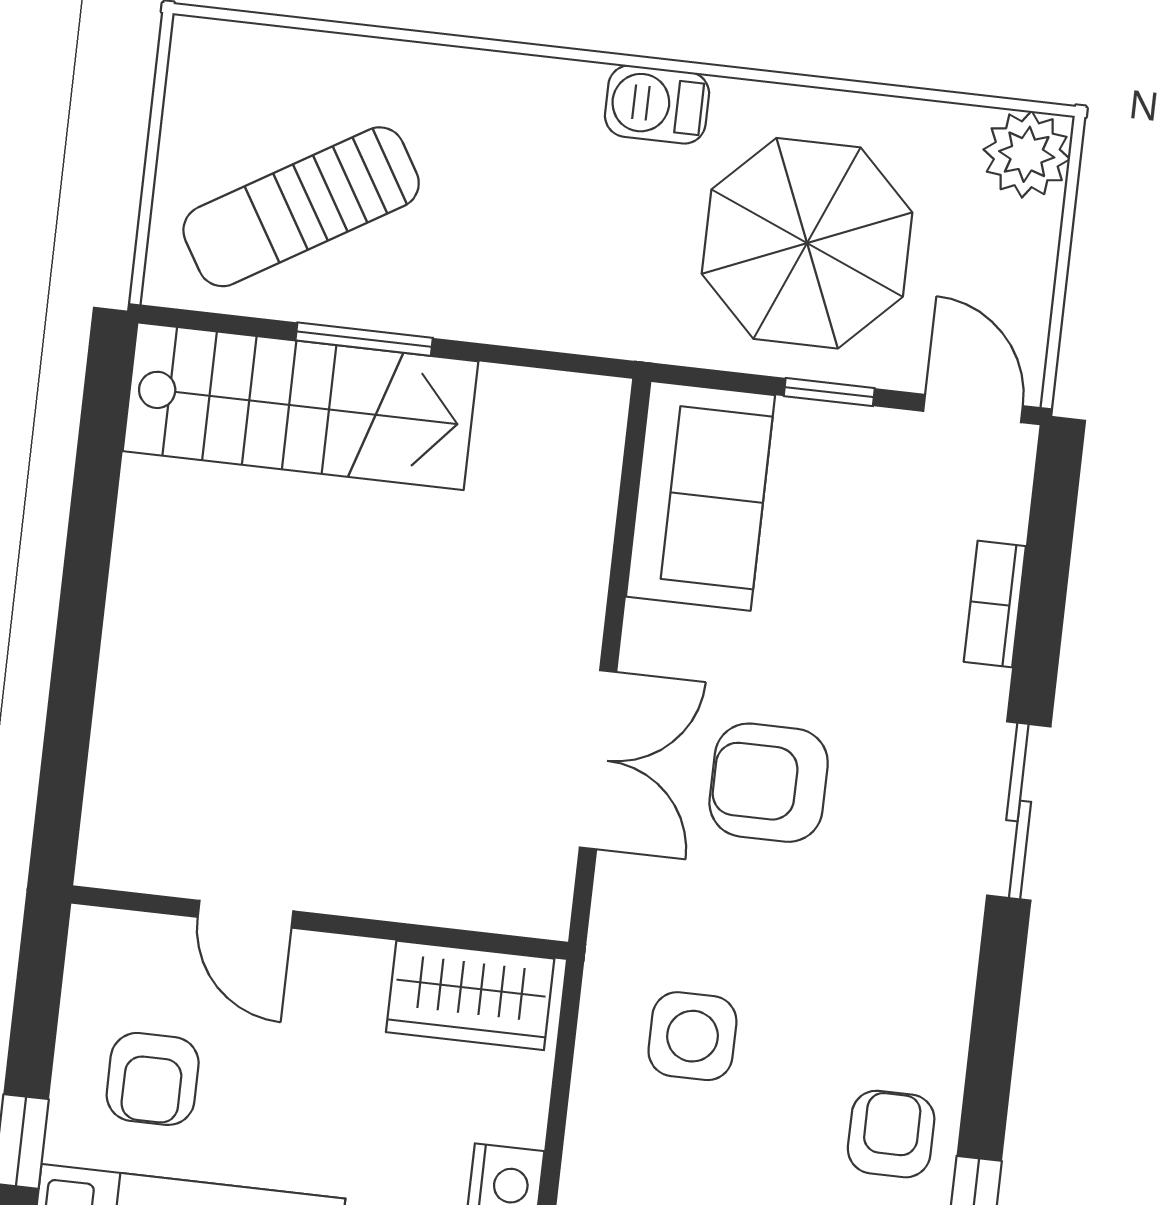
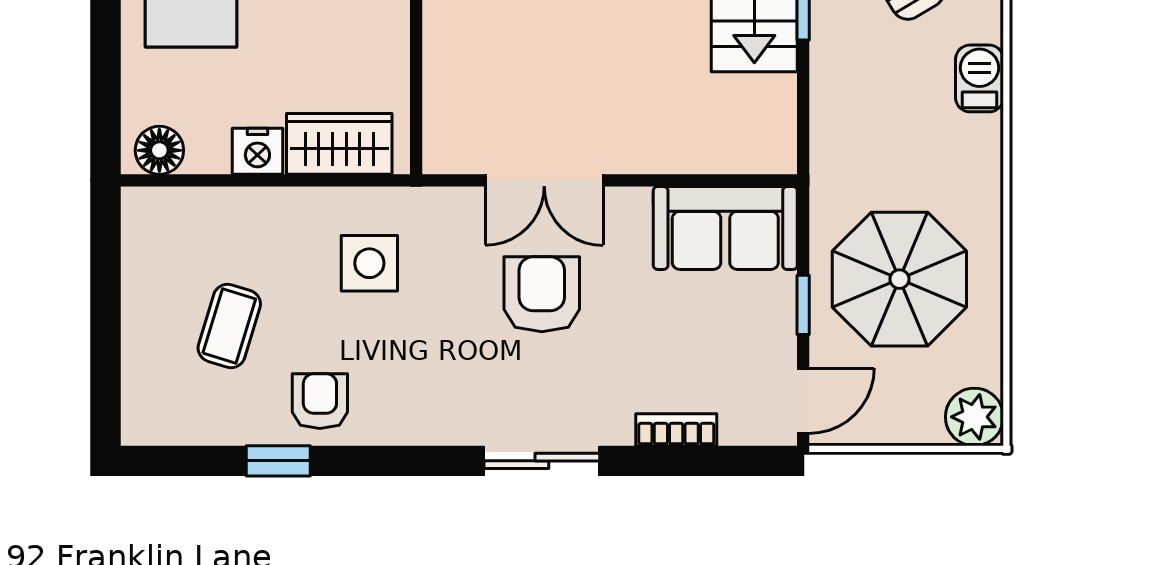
barbecue: (657, 104) -> (980, 78), moved
wardrobe: (470, 995) -> (339, 144), moved, turned 90
armchair: (891, 1134) -> (320, 401), turned -90

